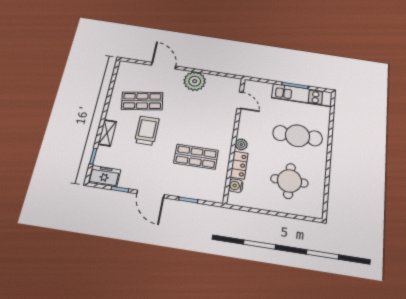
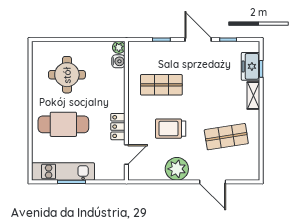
door: (240, 100) -> (126, 154), swing flipped
trolley: (147, 131) -> (171, 129), moved, turned 90
plant: (241, 144) -> (119, 47), moved
locker: (239, 165) -> (118, 127), moved
freezer: (104, 176) -> (251, 66), moved, turned 90

